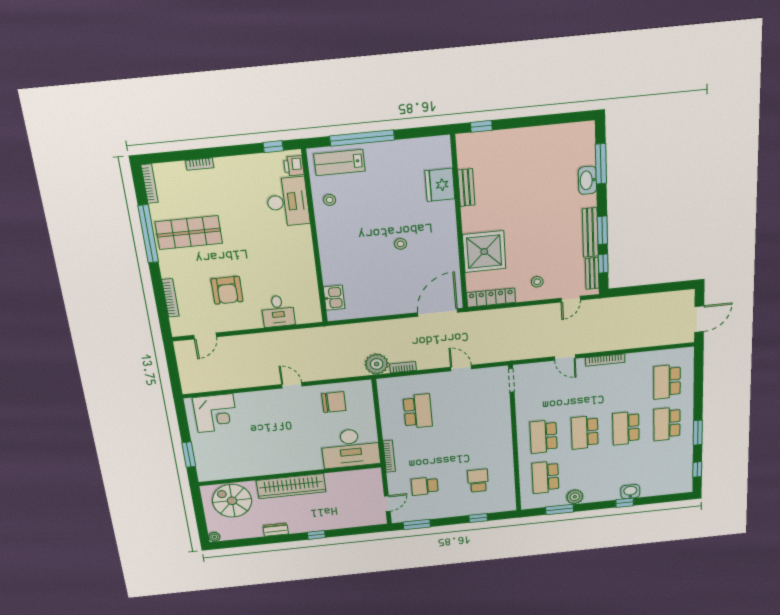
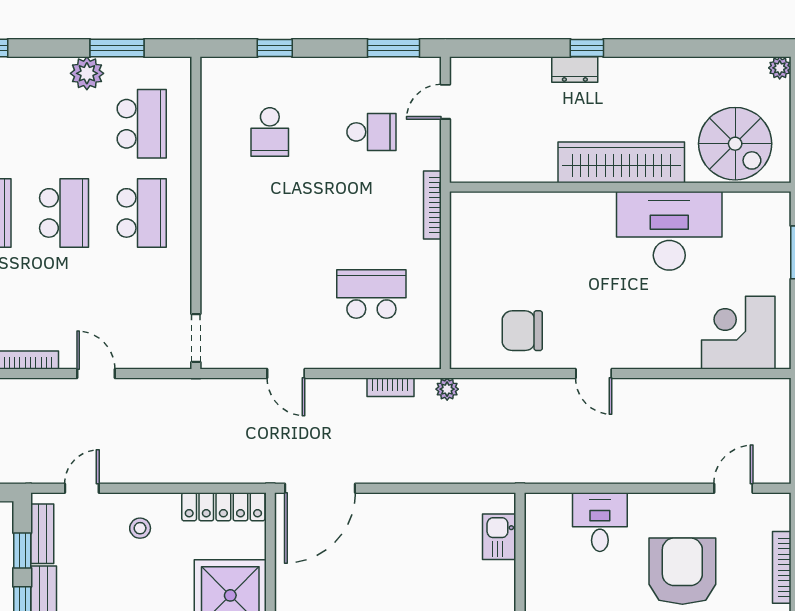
armchair: (227, 290) -> (682, 571), width x1.36, depth x1.36
plant: (377, 364) -> (447, 389), width x0.53, depth x0.53
school desk: (418, 411) -> (371, 294), turned 90
desk: (350, 448) -> (669, 231), moved
dresser: (276, 530) -> (575, 69), moved

